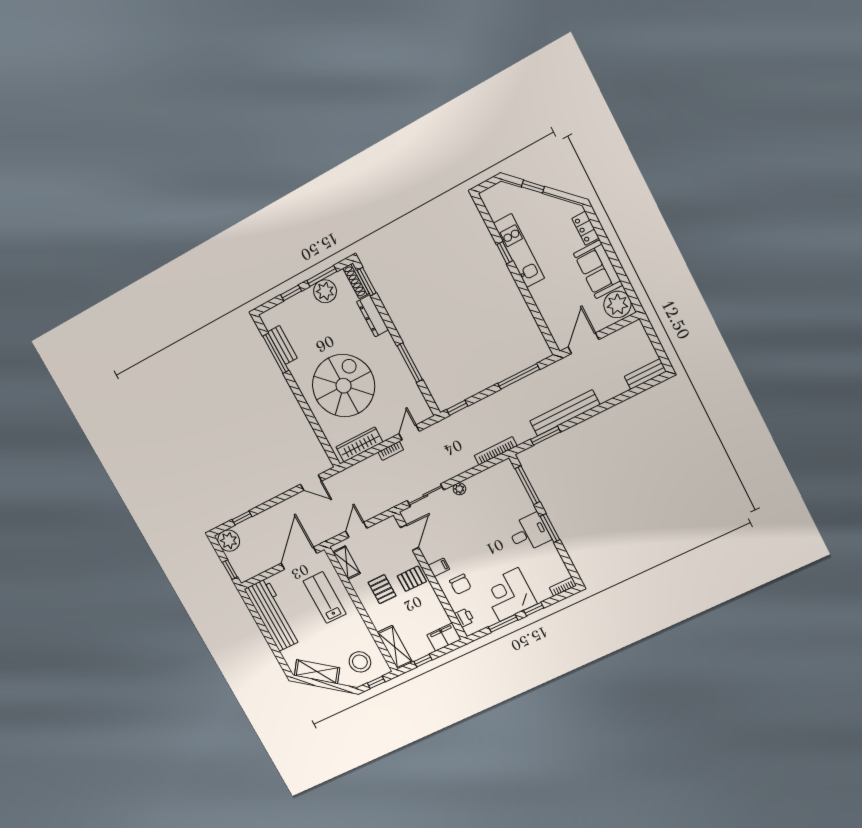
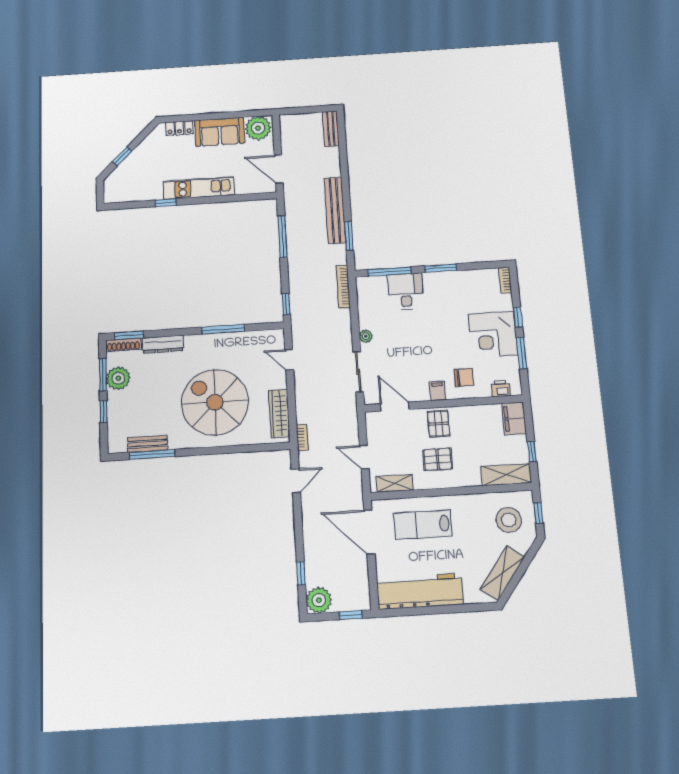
kitchen unit: (519, 251) -> (199, 188), moved
bookcase: (391, 451) -> (302, 437), moved
desk: (529, 533) -> (406, 291), moved

